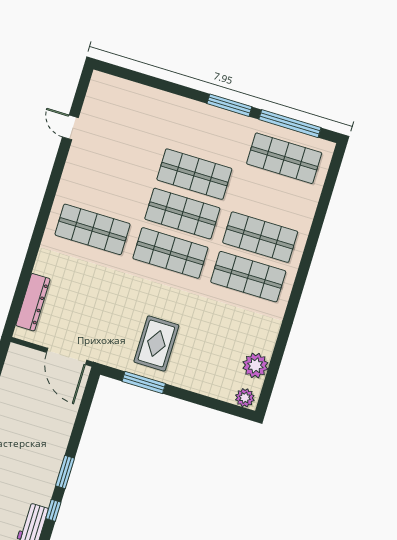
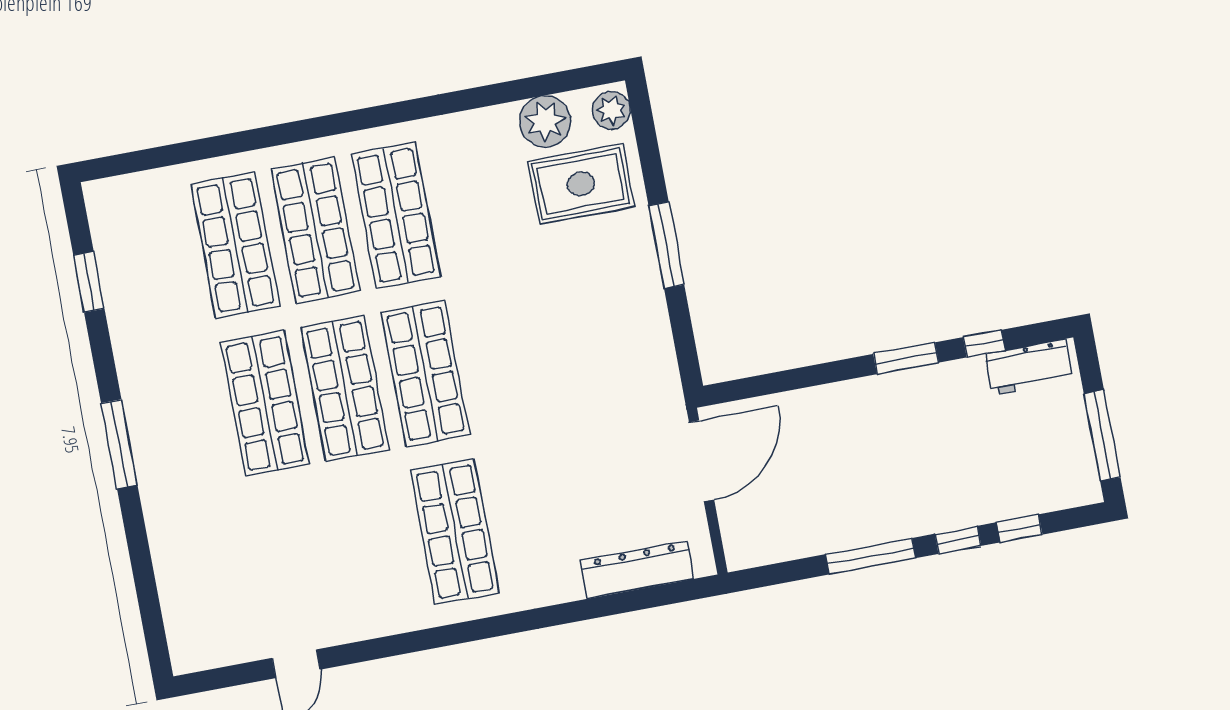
window: (229, 105) -> (119, 444), moved
window: (290, 124) -> (89, 282), width x0.47
shop shelf: (284, 158) -> (235, 245), moved
rug: (156, 343) -> (581, 184), moved
window: (144, 383) -> (666, 245), moved

